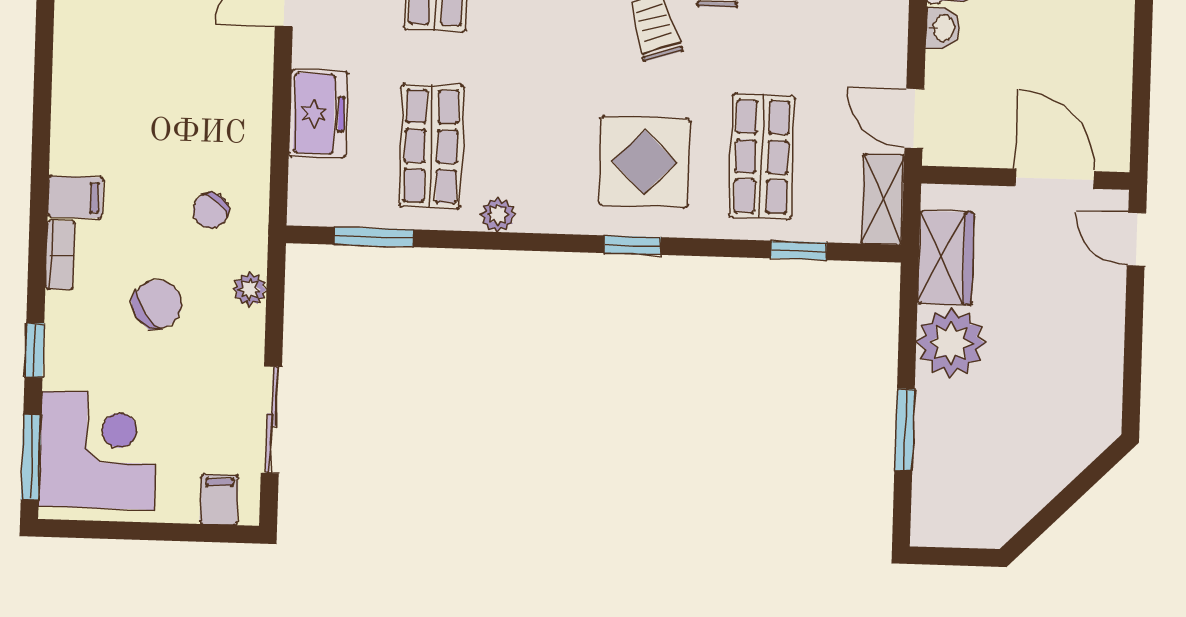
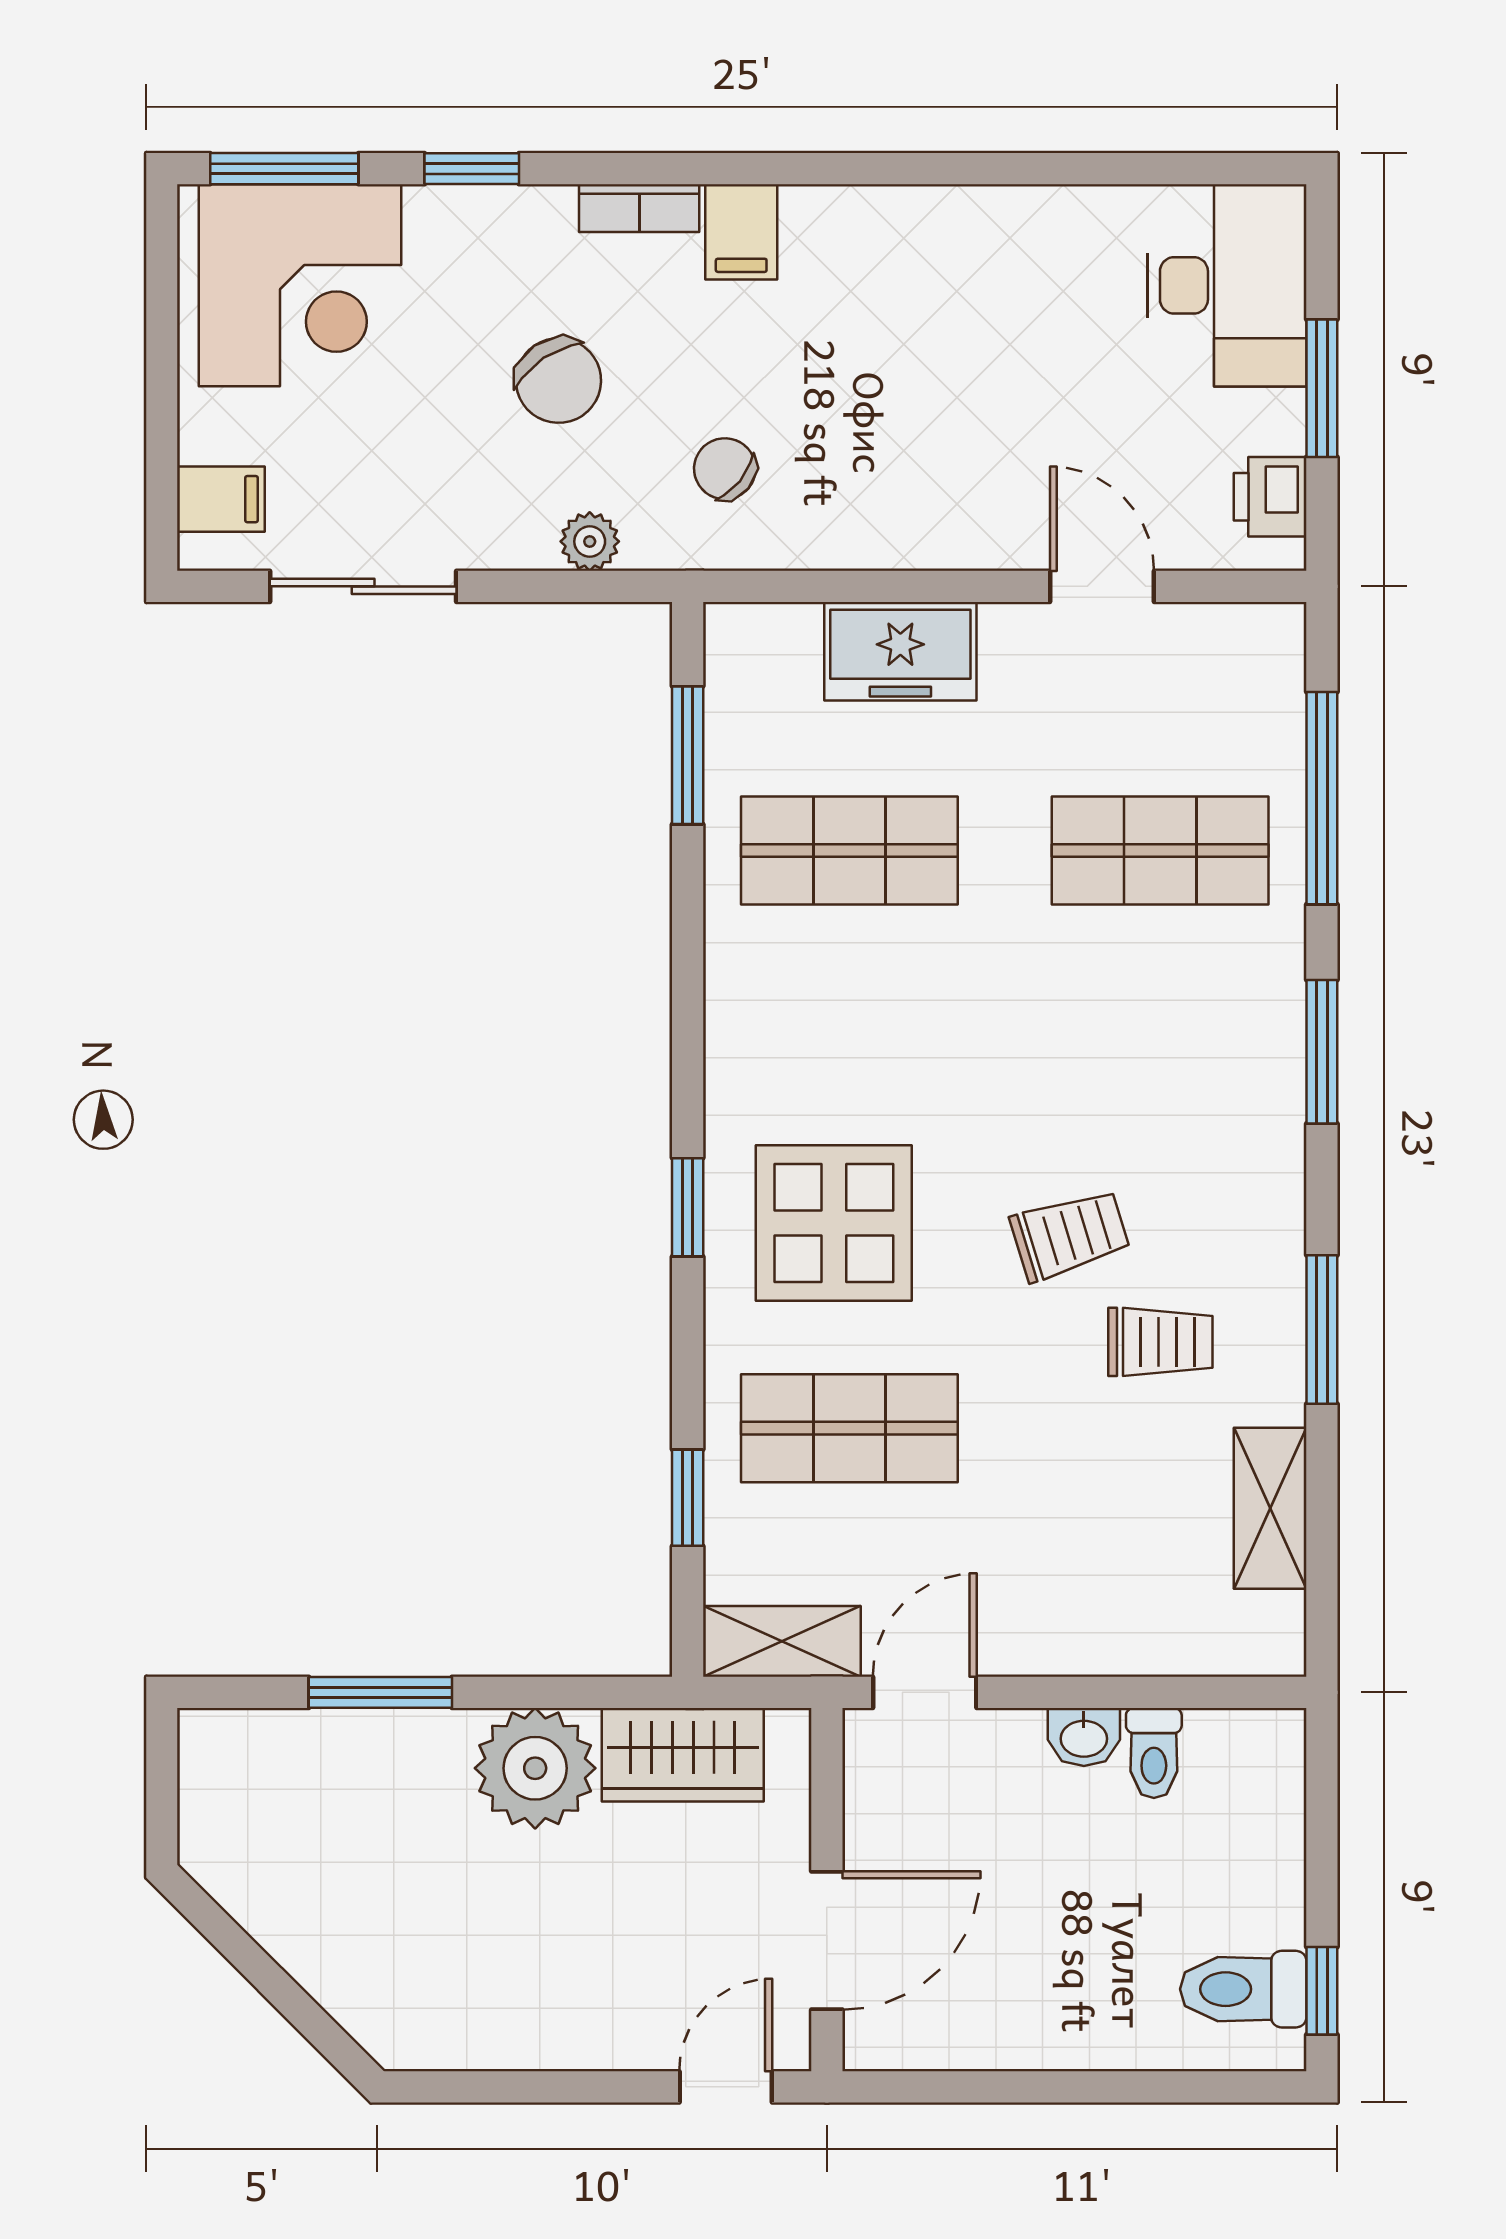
plant: (498, 215) -> (733, 970), removed

